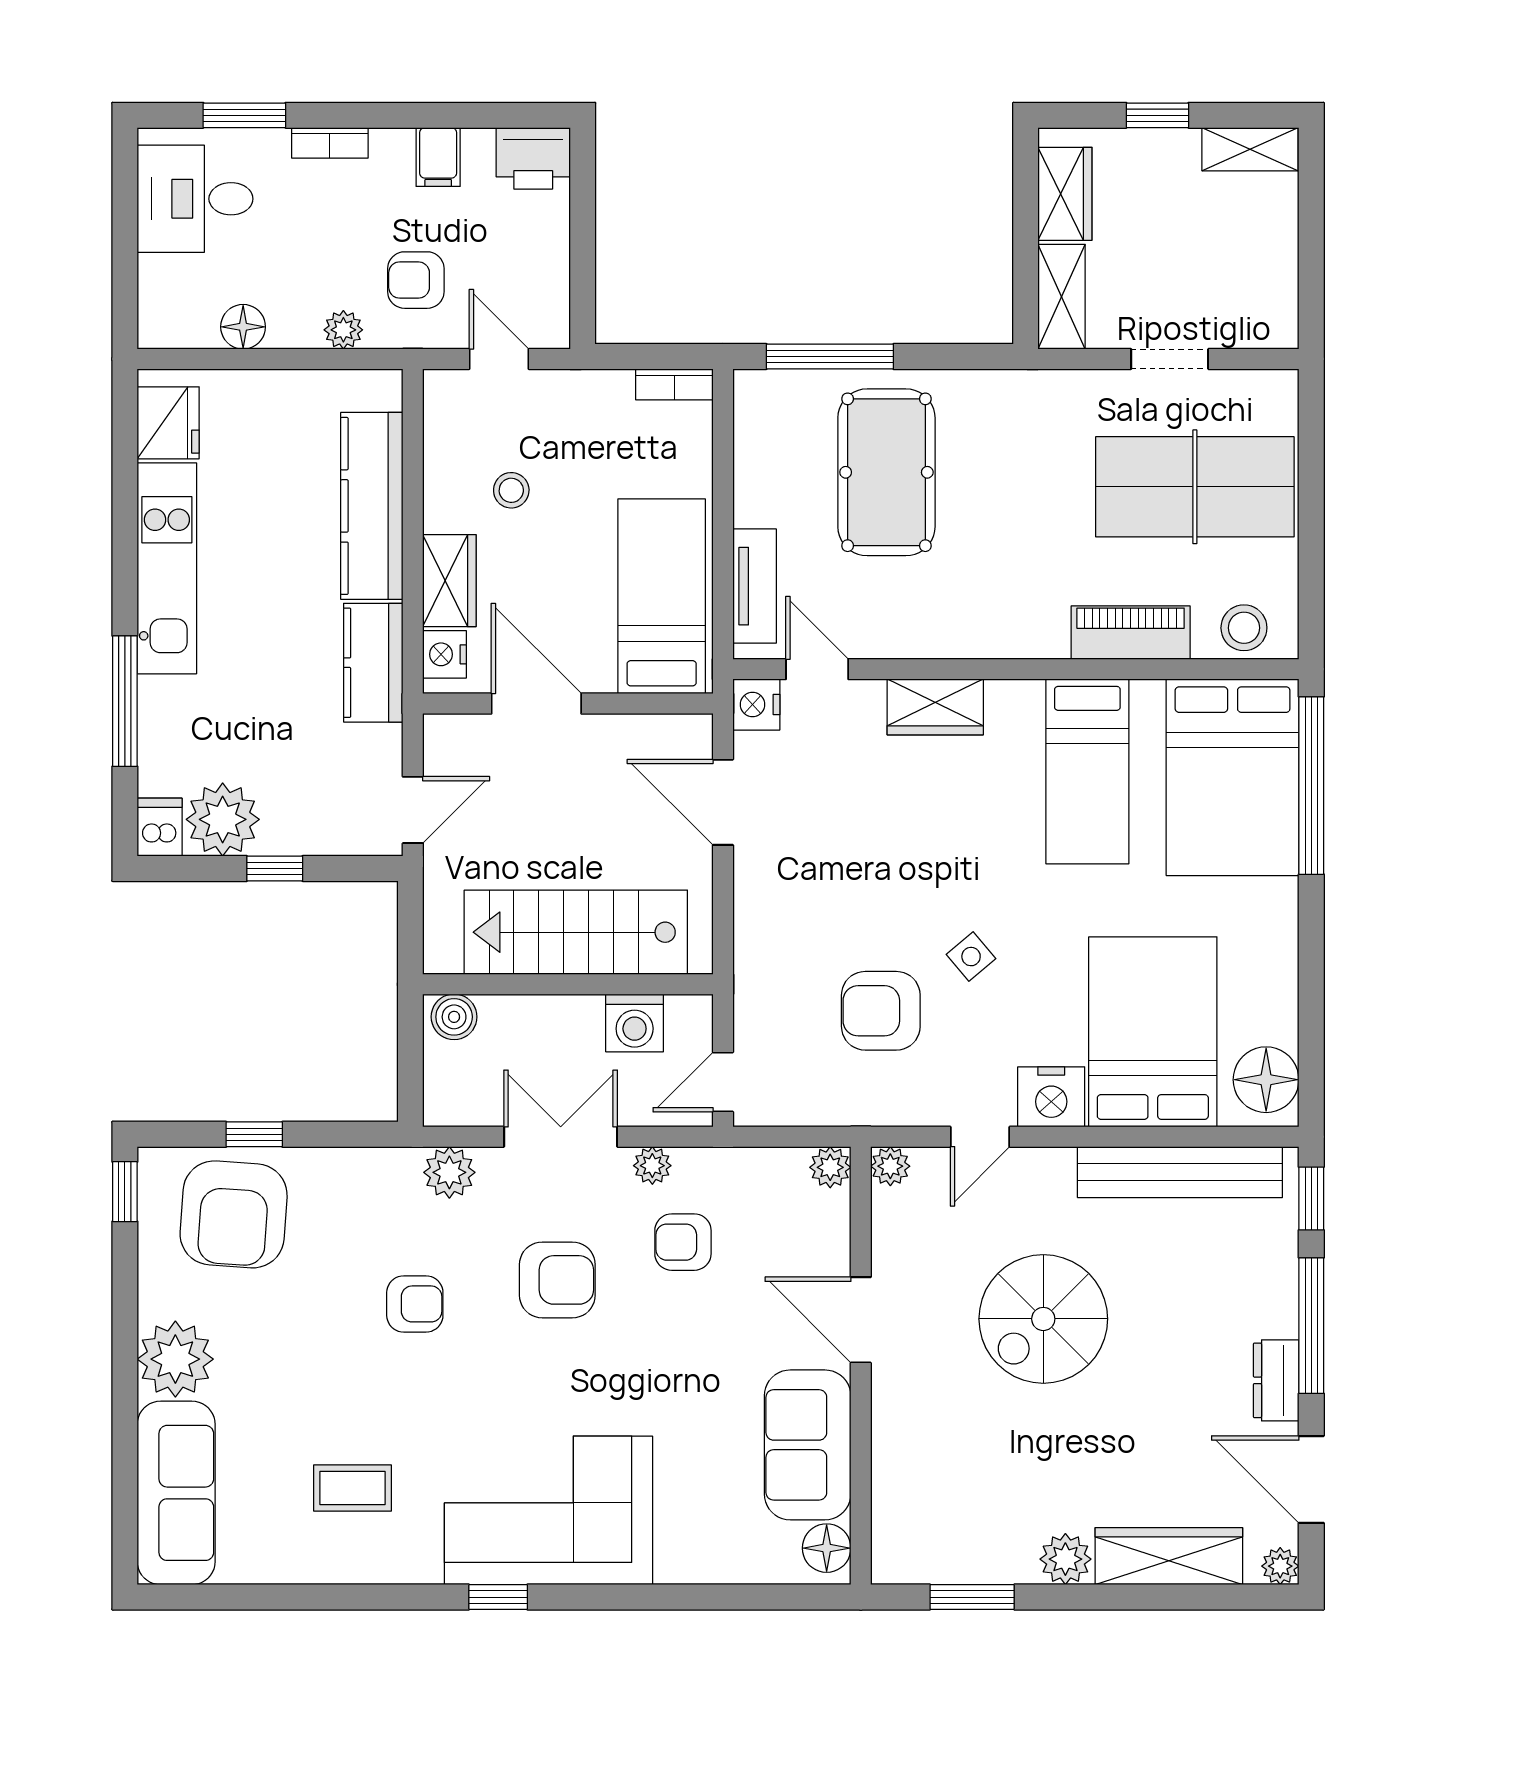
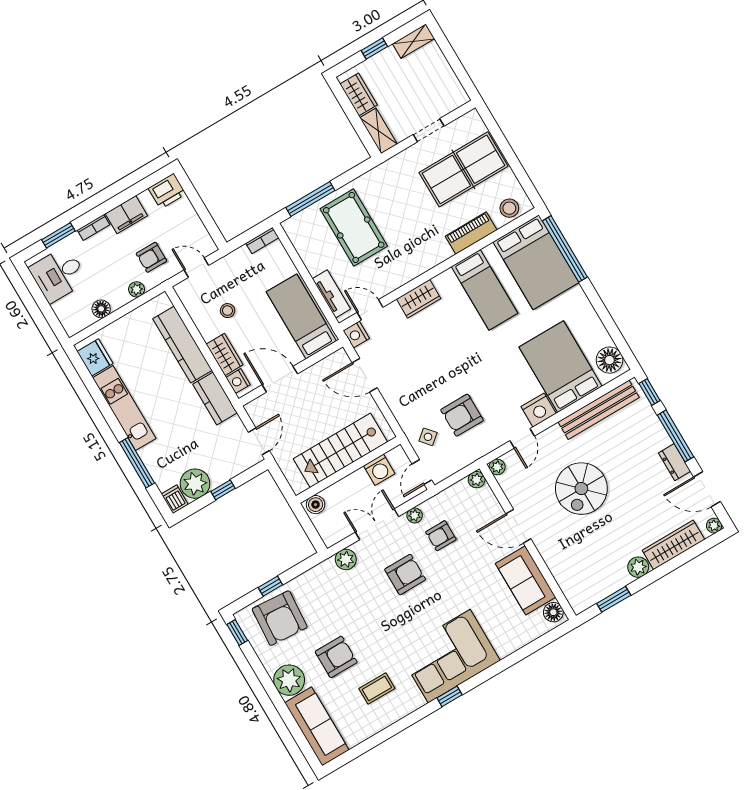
filing cabinet: (438, 157) -> (126, 215), width x2.00
side table: (971, 957) -> (428, 437), moved
armchair: (415, 1304) -> (336, 657), moved, width x1.38, depth x1.38

